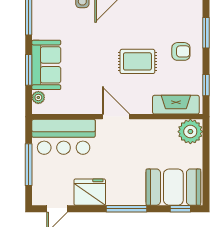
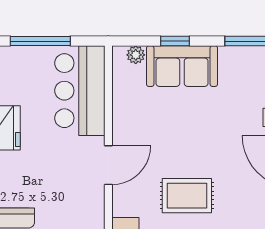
rug: (137, 61) -> (187, 196), turned 90
window: (29, 70) -> (175, 41), width x0.67

